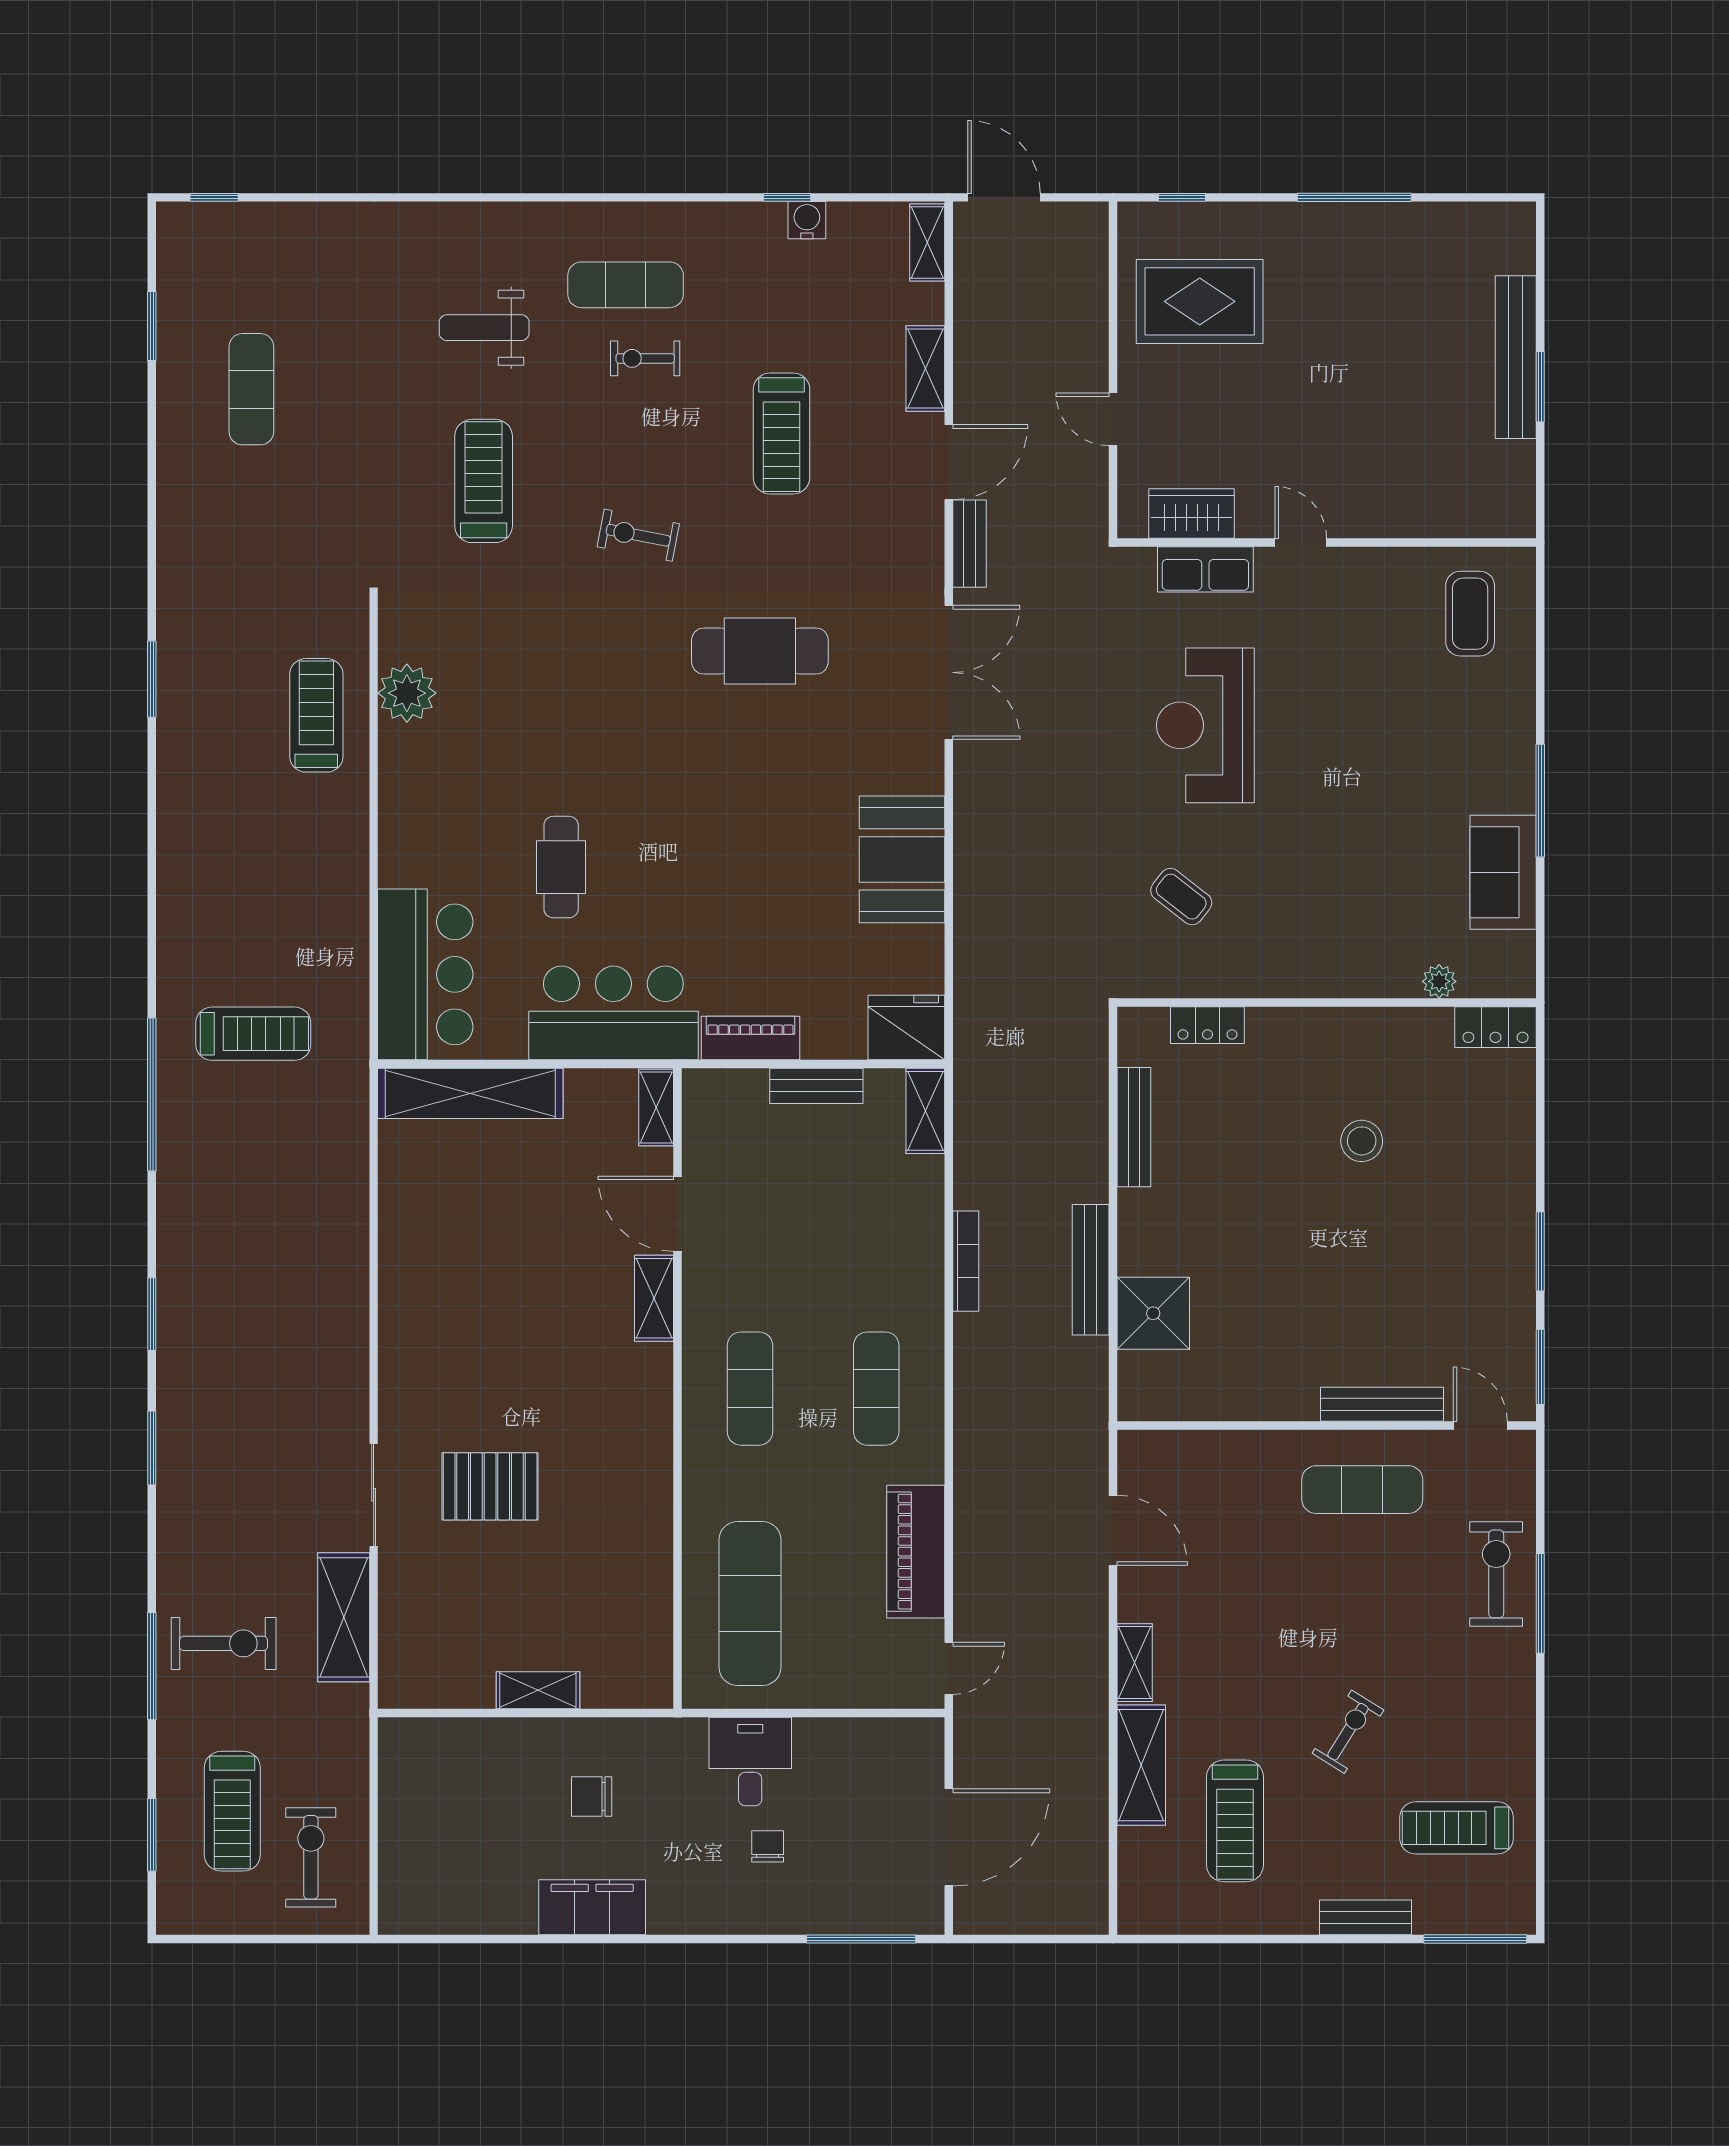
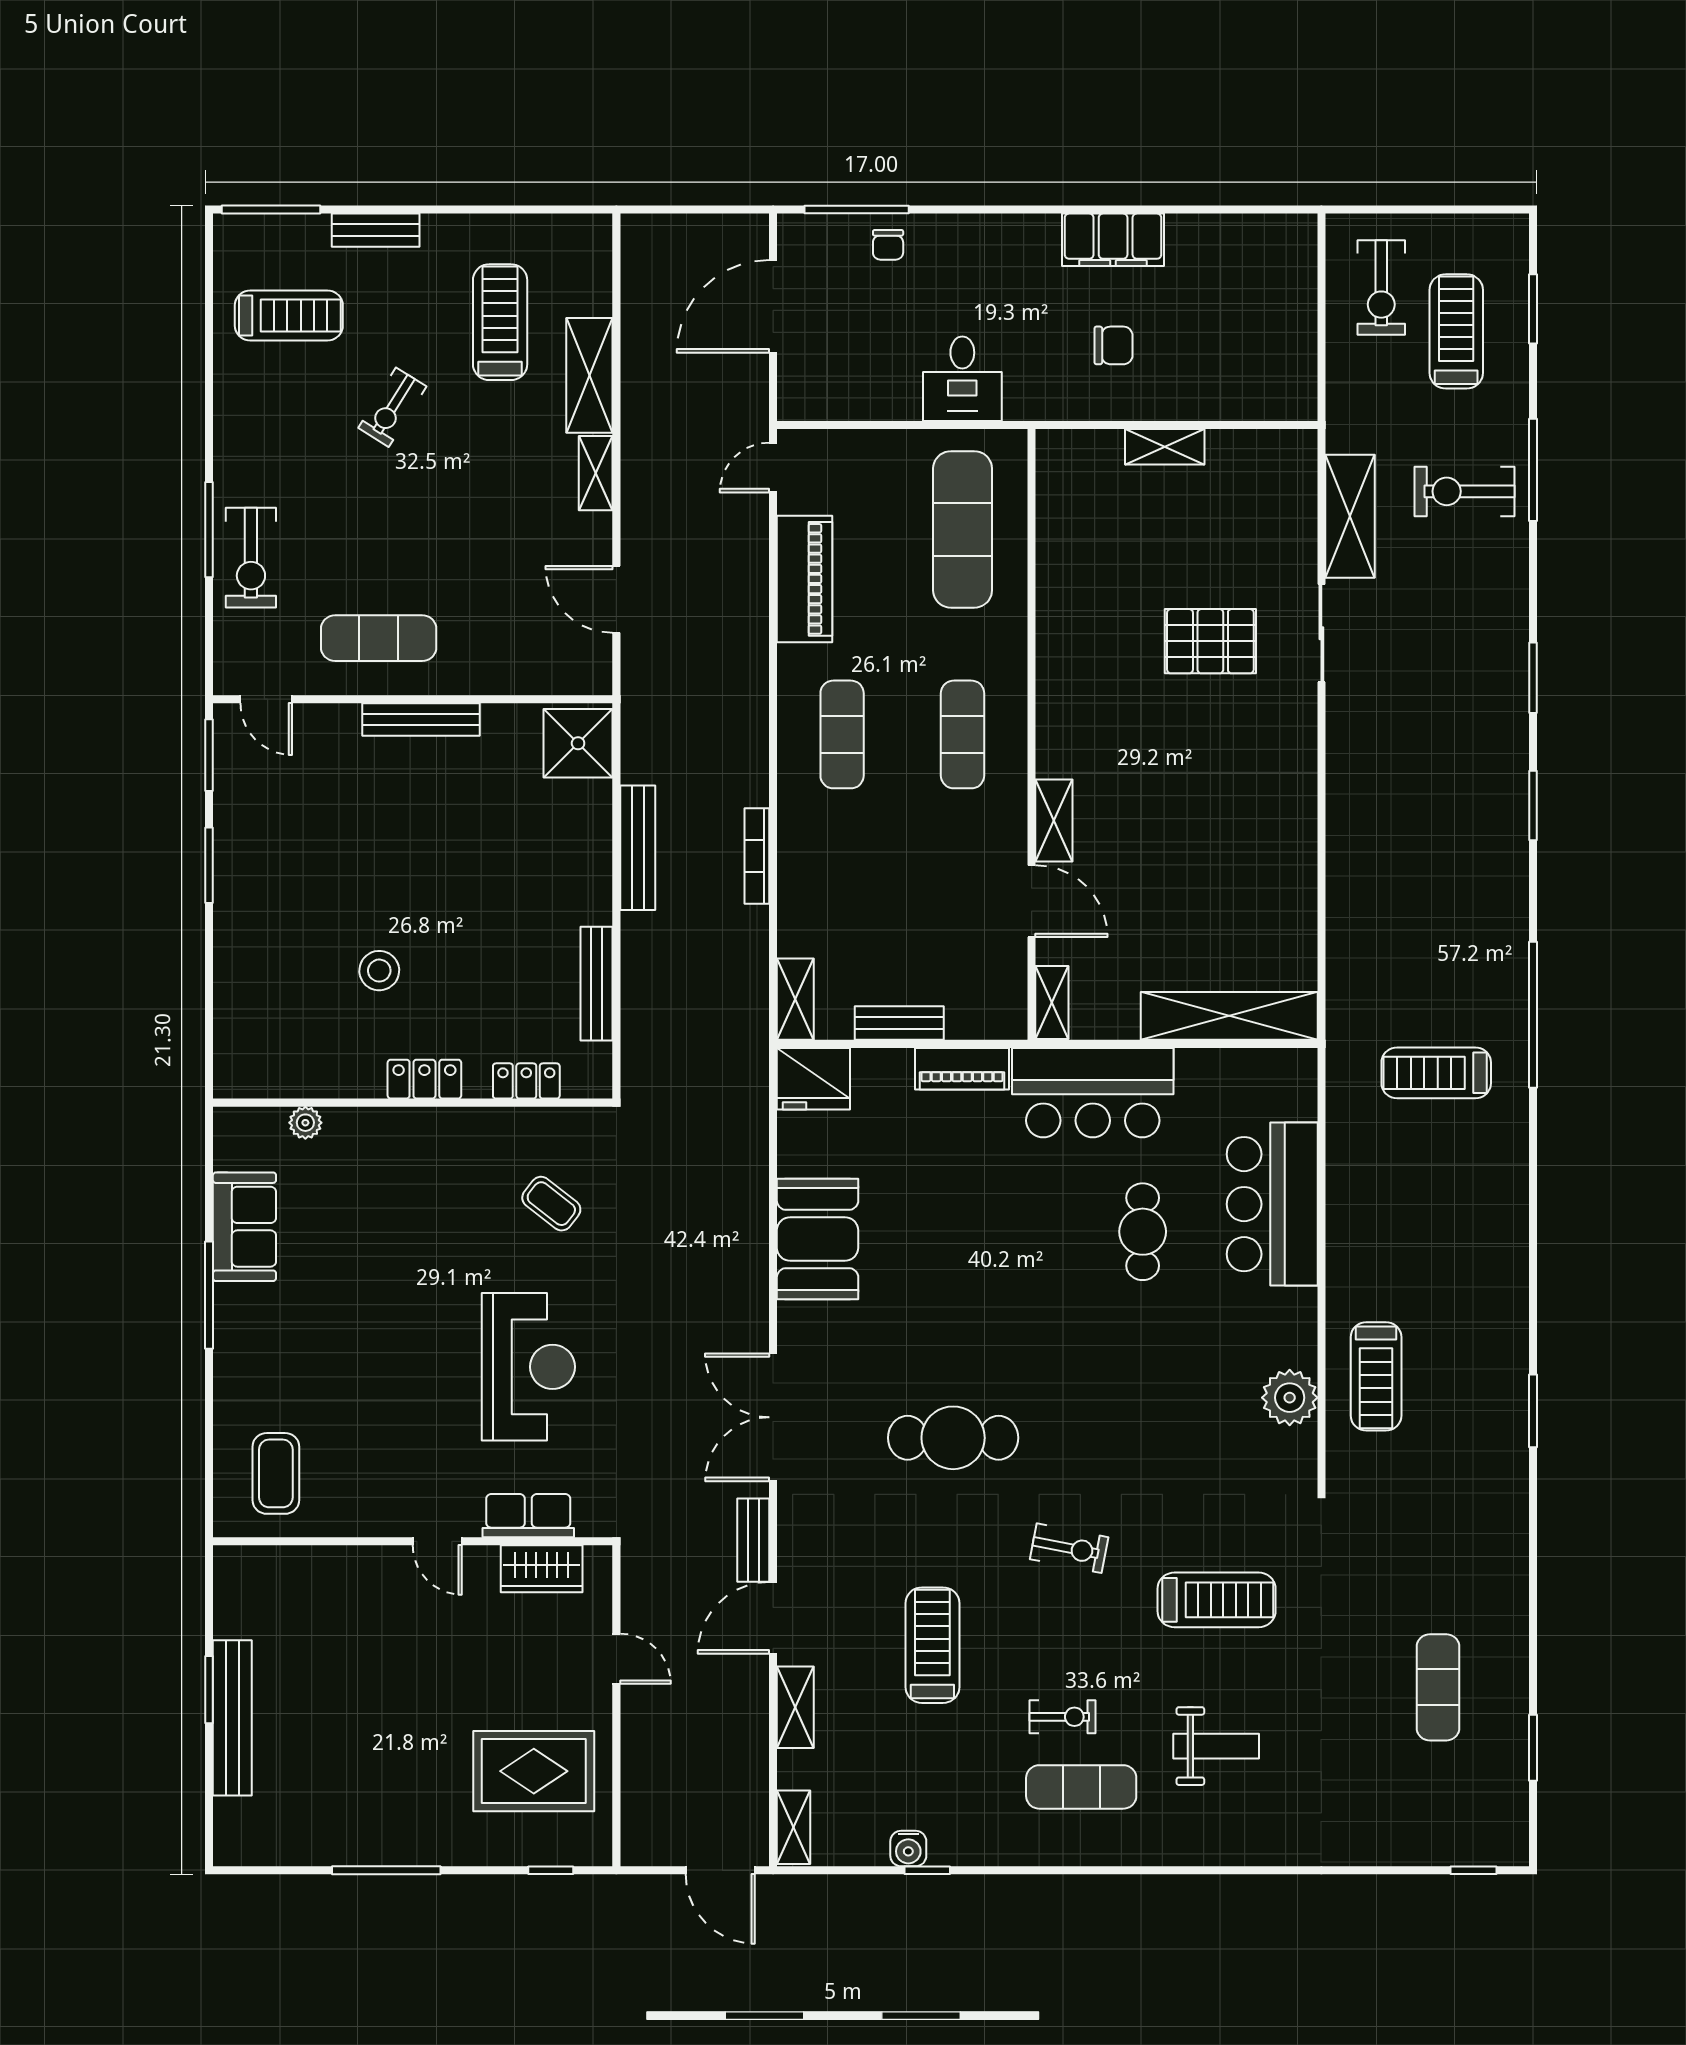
treadmill: (484, 481) -> (1217, 1600), turned -90
bar counter: (425, 974) -> (1272, 1204), moved
locker: (1495, 1027) -> (424, 1079), moved
shower: (1153, 1313) -> (578, 743), moved
bench: (1382, 1404) -> (421, 719), moved
chair: (768, 1846) -> (888, 245), moved

